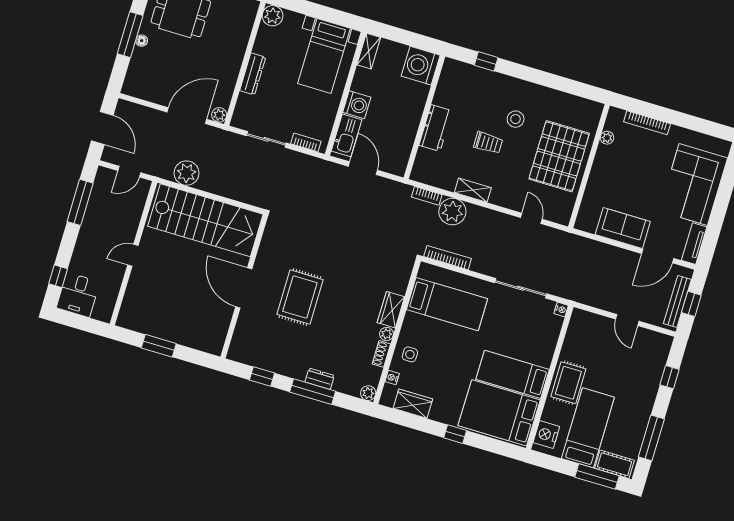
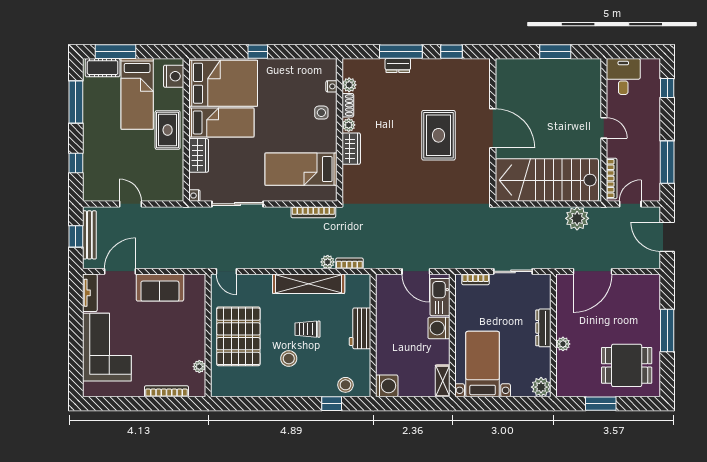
floor lamp: (142, 41) -> (655, 328), removed
washing machine: (421, 66) -> (387, 386), width x0.73, depth x0.73
stool: (467, 76) -> (345, 385), added
plant: (219, 115) -> (563, 344), moved
shelving: (473, 190) -> (309, 284), width x2.20, depth x1.33
bookcase: (140, 203) -> (612, 179), added
plant: (452, 212) -> (328, 262), width x0.53, depth x0.53
door: (531, 218) -> (226, 271), moved
door: (133, 255) -> (604, 128), hinge flipped
desk: (78, 295) -> (623, 76), moved
plant: (368, 393) -> (349, 85), moved
wardrobe: (413, 404) -> (199, 155), moved, turned -90

